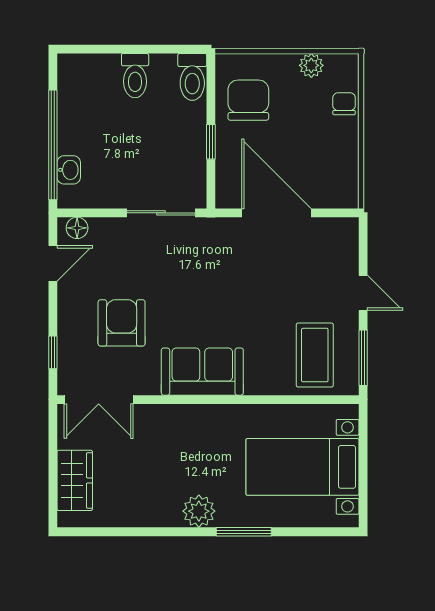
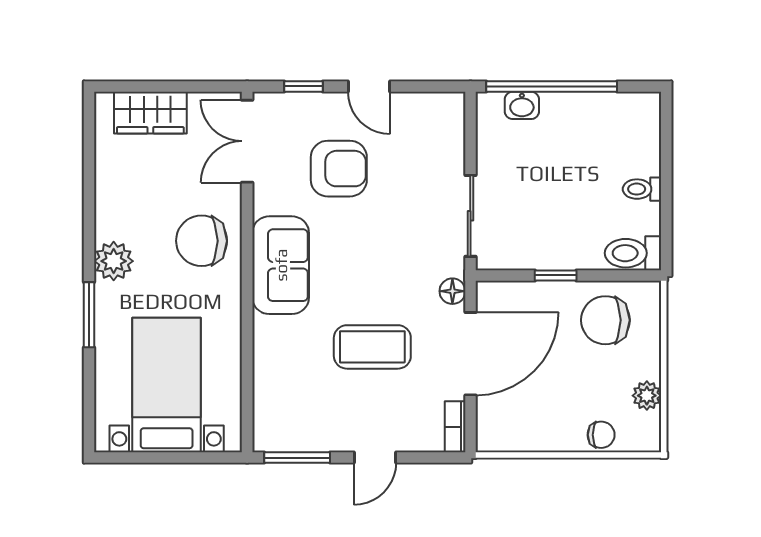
toilet: (135, 76) -> (642, 189), width x0.73, depth x0.72
chair: (248, 100) -> (605, 320), turned 180
bookcase: (337, 226) -> (455, 427), added
floor lamp: (77, 228) -> (452, 291), moved
door: (53, 263) -> (369, 86), moved
coffee table: (315, 355) -> (372, 347), moved
chair: (182, 438) -> (202, 241), added

